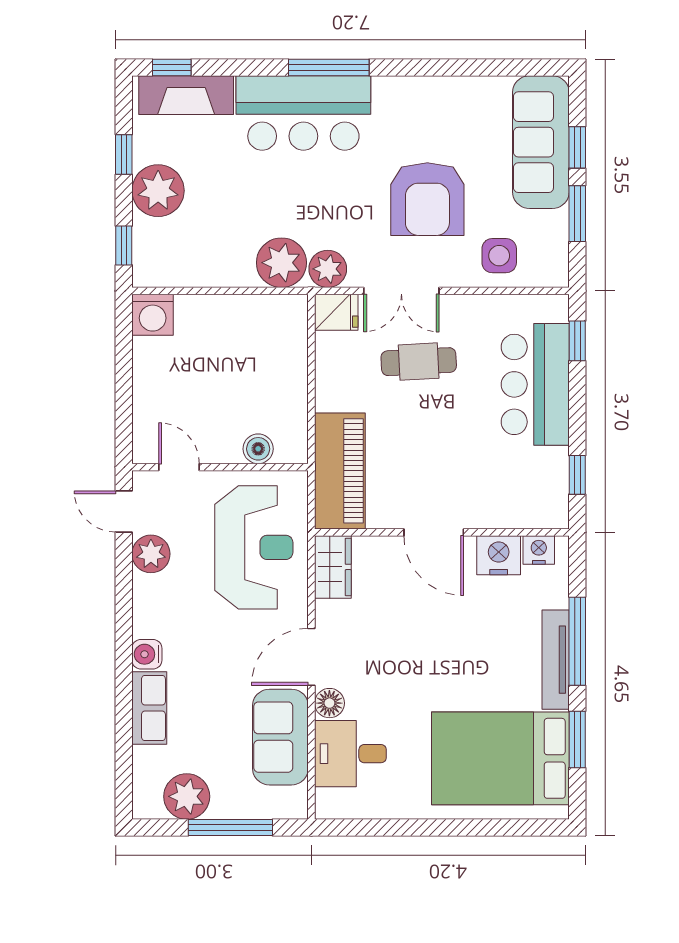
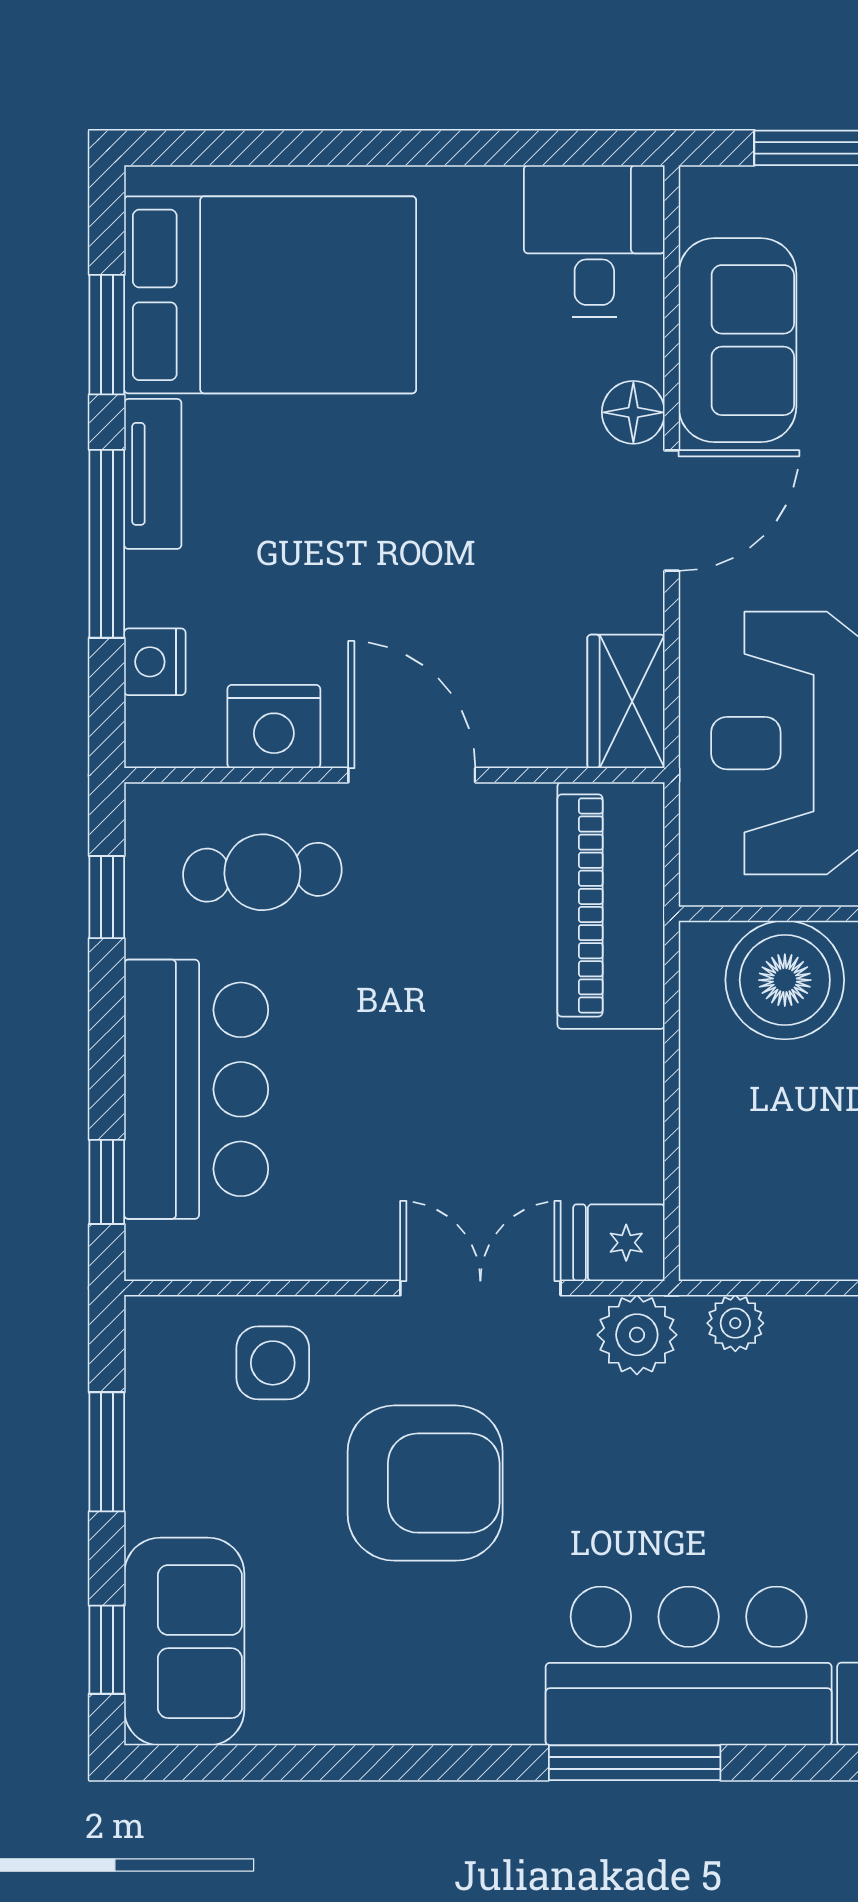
sofa: (541, 142) -> (184, 1642), width x0.73
window: (577, 147) -> (107, 1650), moved
armchair: (427, 199) -> (425, 1483), turned 90
plant: (281, 263) -> (735, 1323), width x0.53, depth x0.53
cafe table: (419, 362) -> (262, 872), moved
boiler: (258, 449) -> (785, 980), width x1.86, depth x1.86
nightstand: (539, 550) -> (155, 662), moved, turned 90
tv unit: (556, 660) -> (153, 474), width x0.71
desk: (350, 754) -> (594, 241), moved, turned -90

